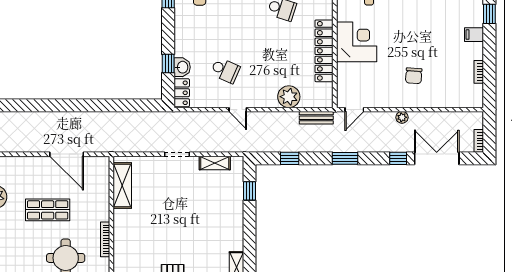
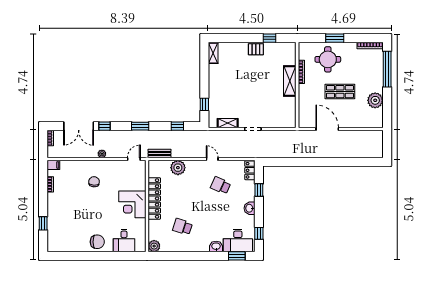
filing cabinet: (474, 35) -> (53, 165), moved
washbasin: (182, 67) -> (250, 208), moved
shelving: (122, 185) -> (290, 81), moved

